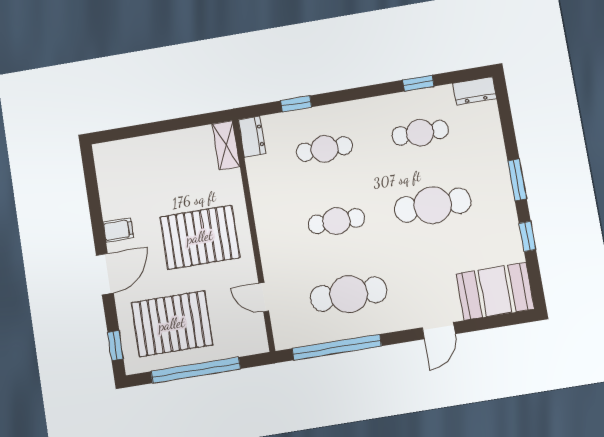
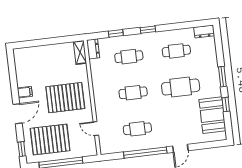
window: (418, 83) -> (148, 30), moved
booth: (495, 291) -> (212, 115), moved, turned 90
cafe table: (349, 294) -> (137, 129), width x0.73, depth x0.74
window: (337, 347) -> (145, 153), moved

